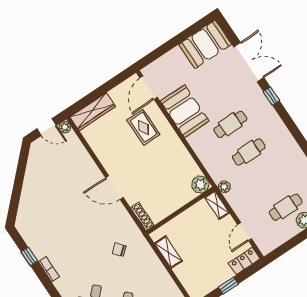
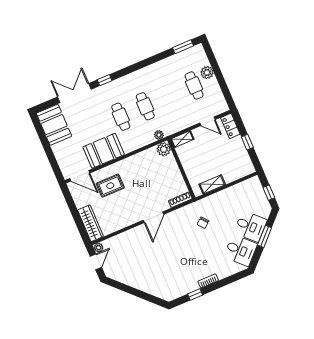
plant: (224, 187) -> (159, 135), moved

